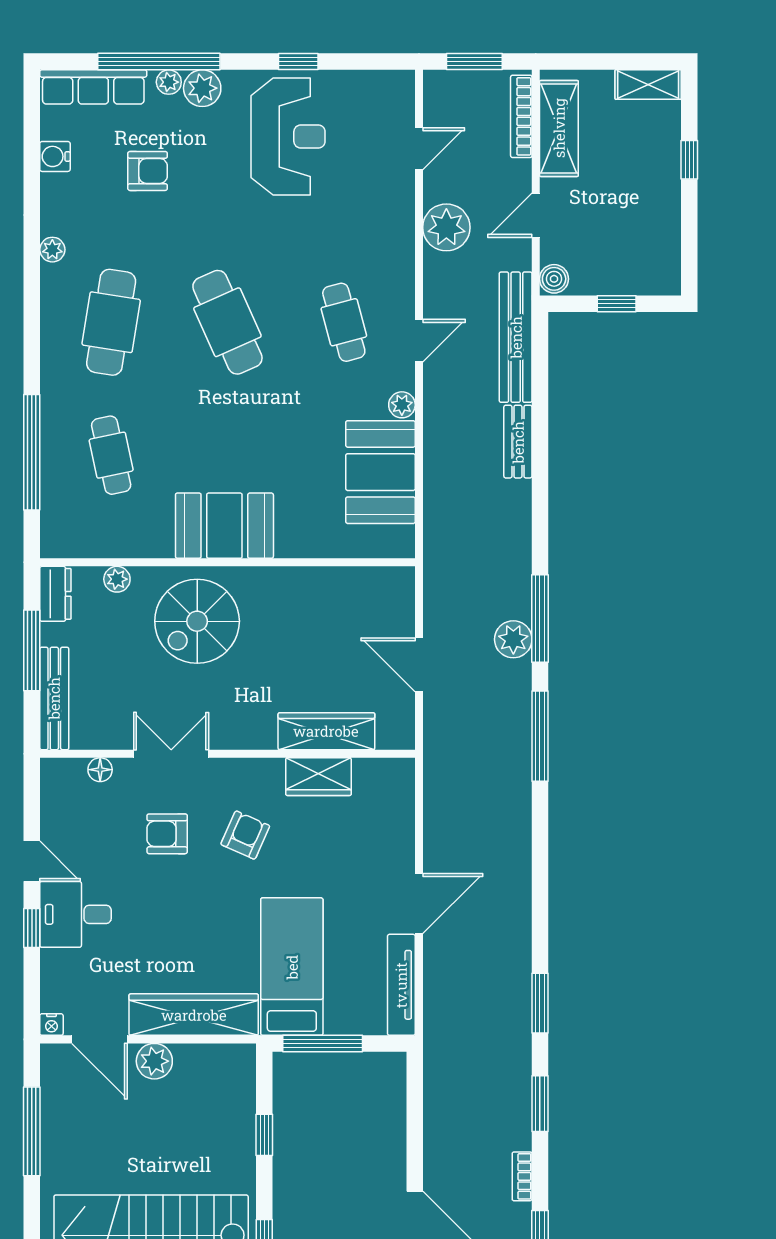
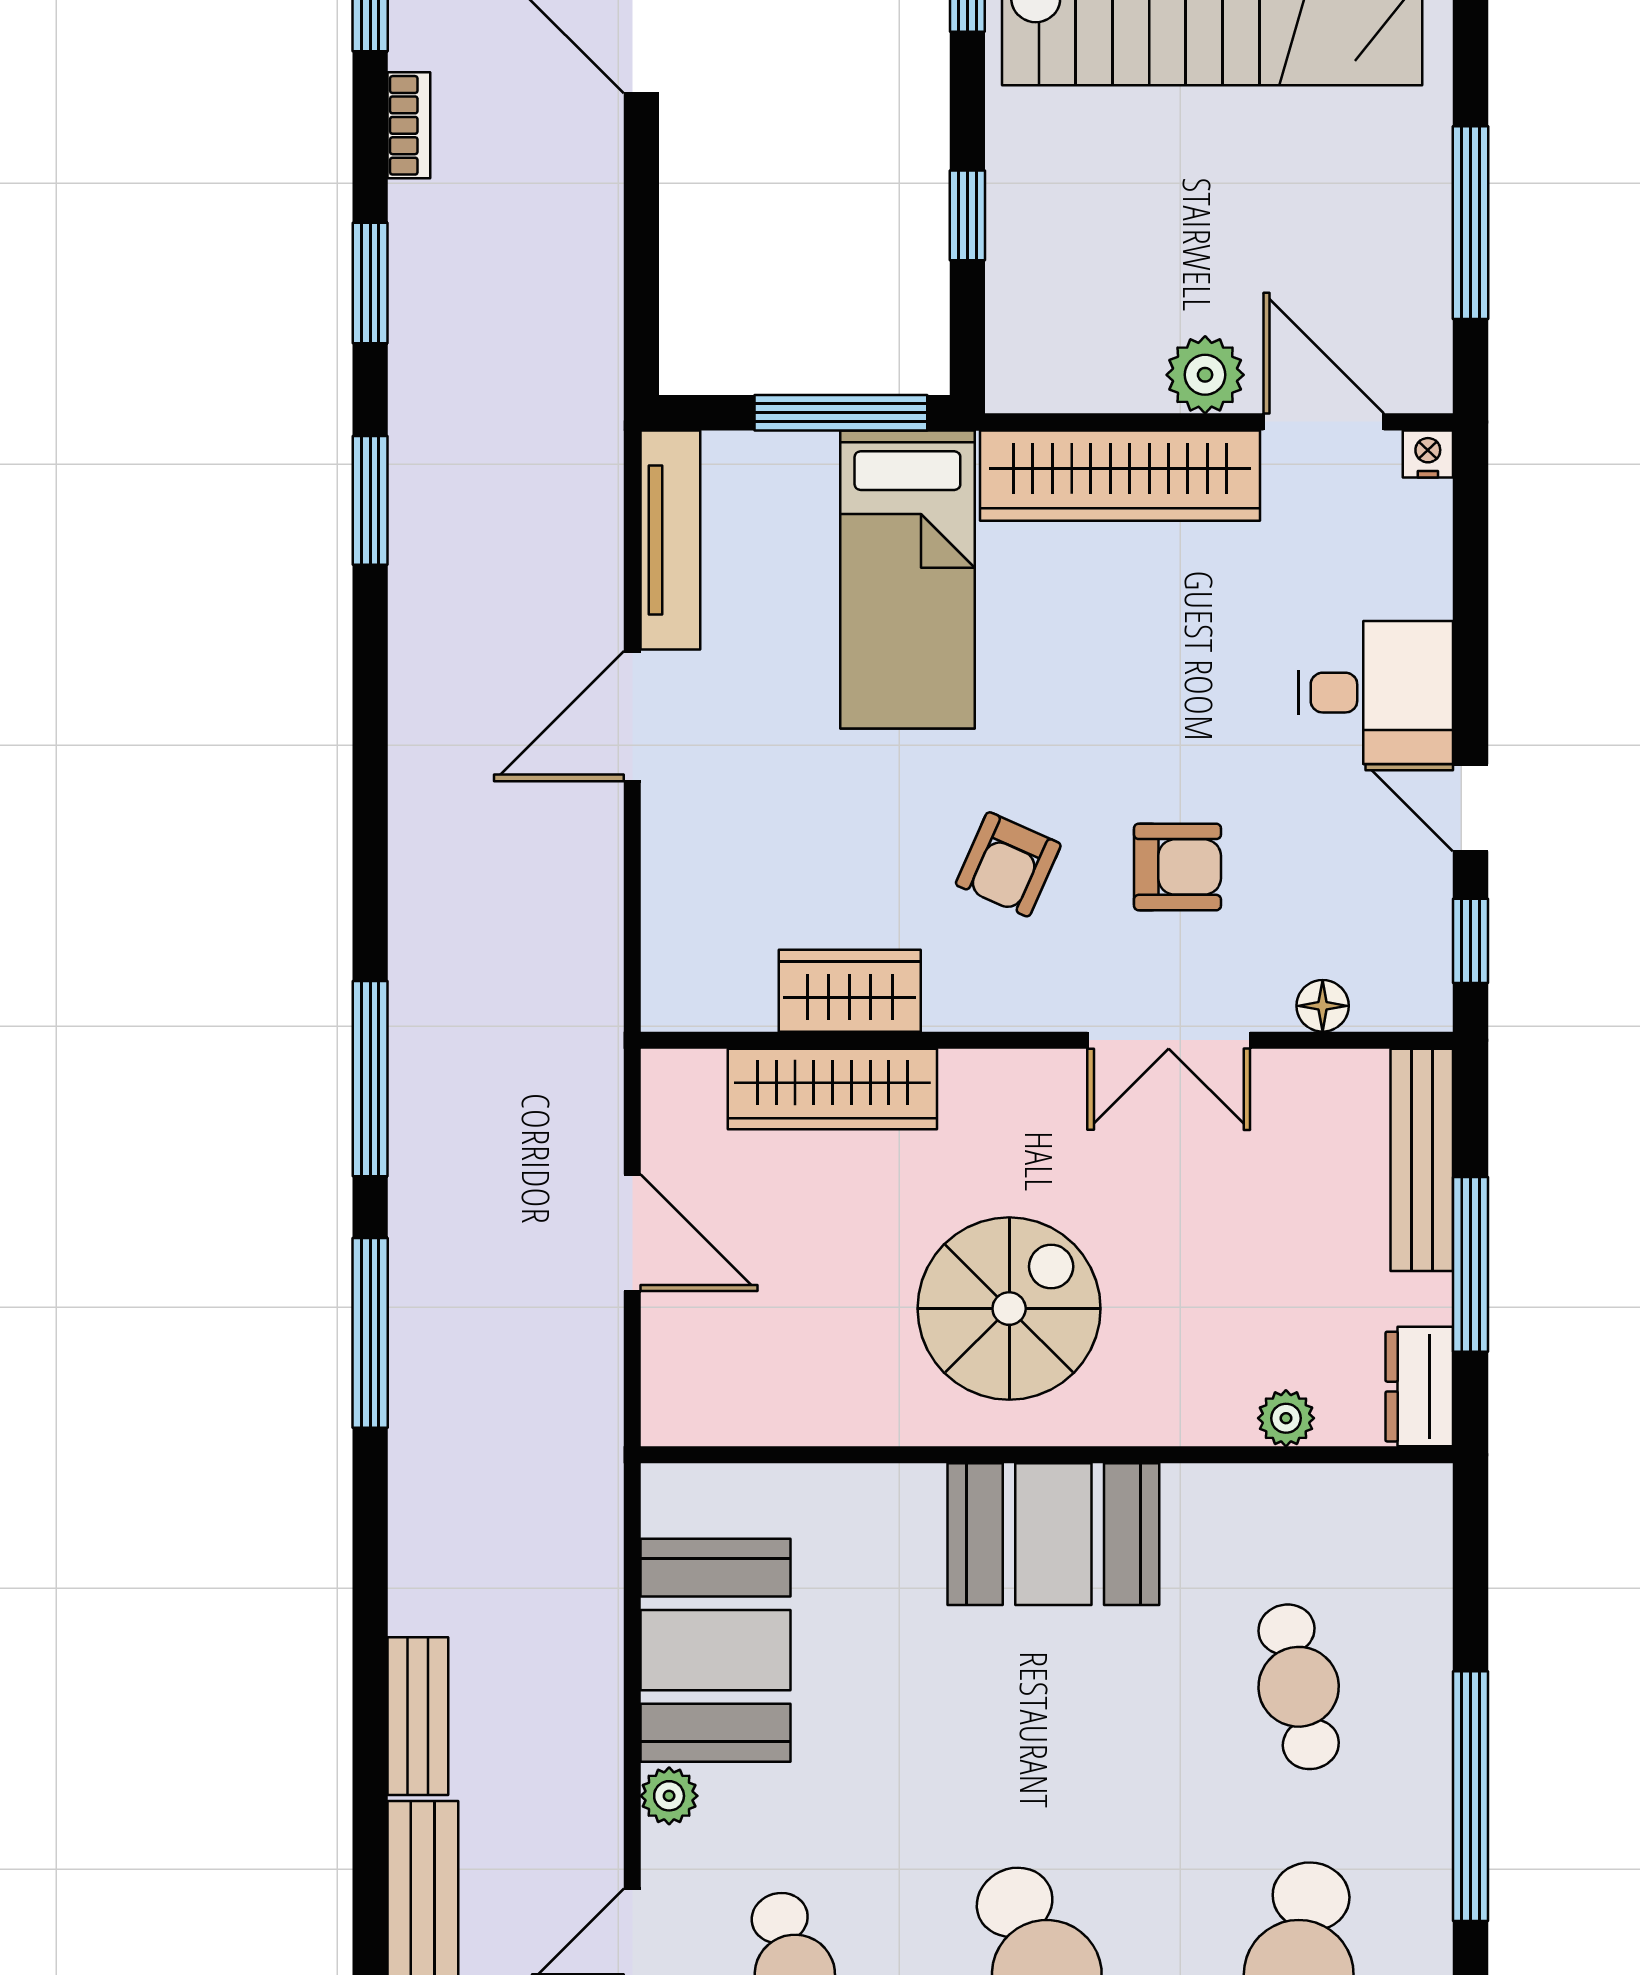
window: (32, 452) -> (1470, 1796), moved
spiral stairs: (197, 621) -> (1009, 1309), moved
plant: (513, 639) -> (428, 1288), removed
window: (32, 928) -> (1470, 941), moved

